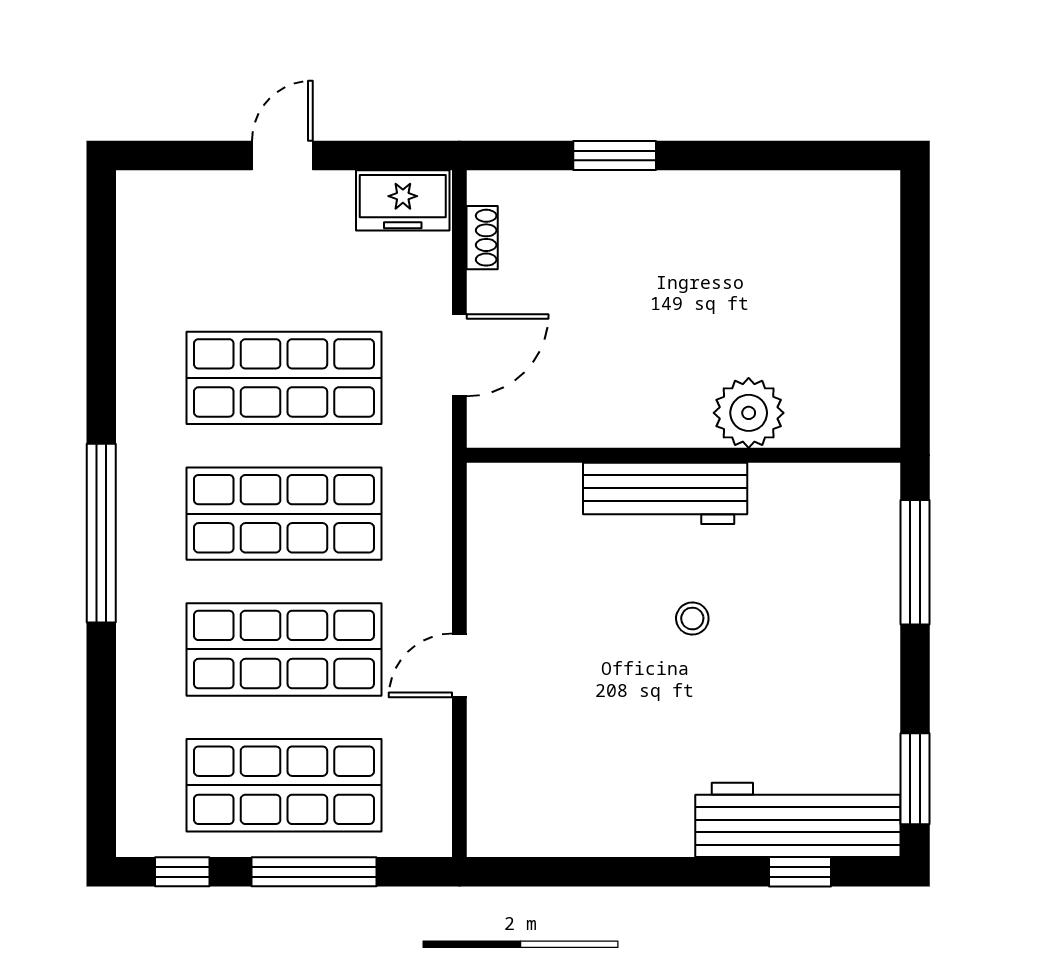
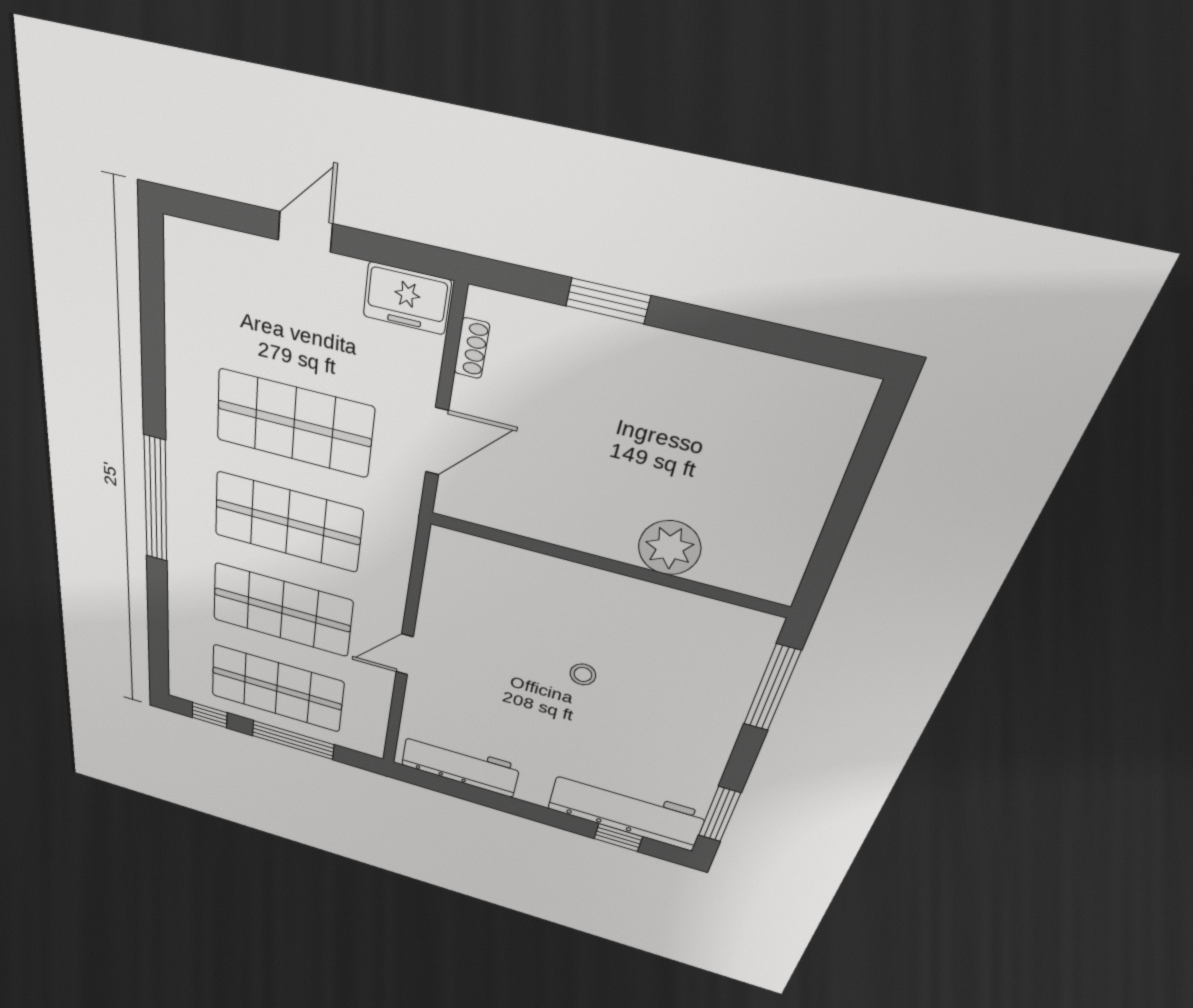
workbench: (665, 493) -> (460, 765), moved, turned 180

